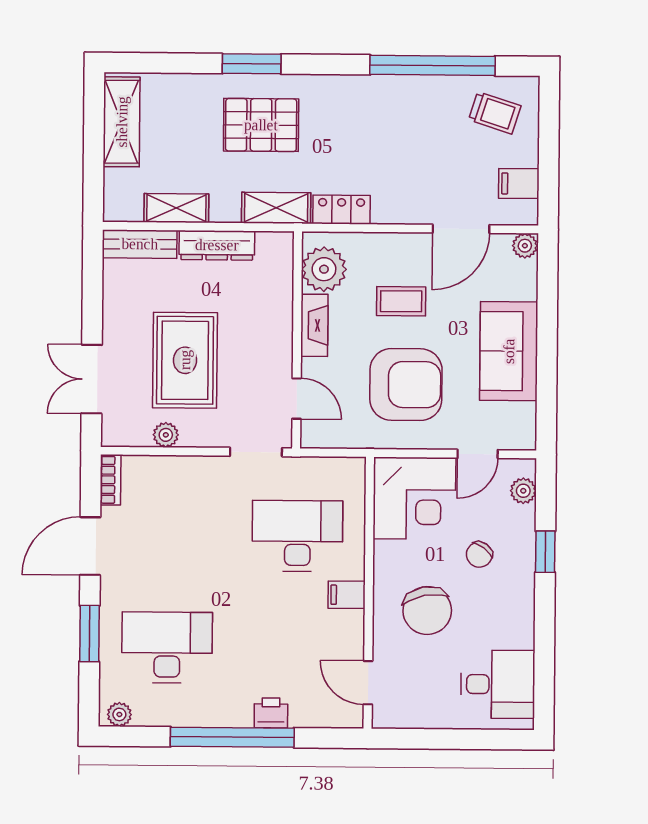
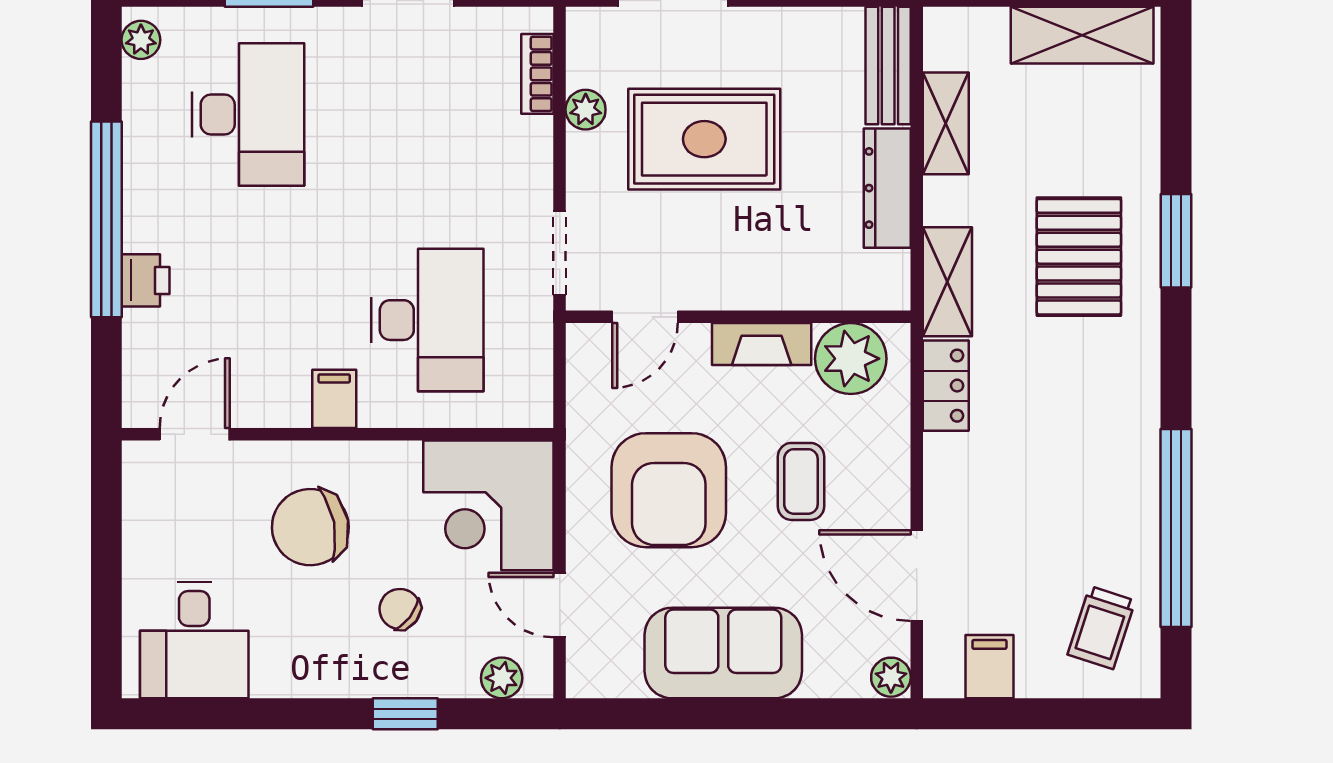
bookcase: (111, 480) -> (537, 74), moved, turned 90

